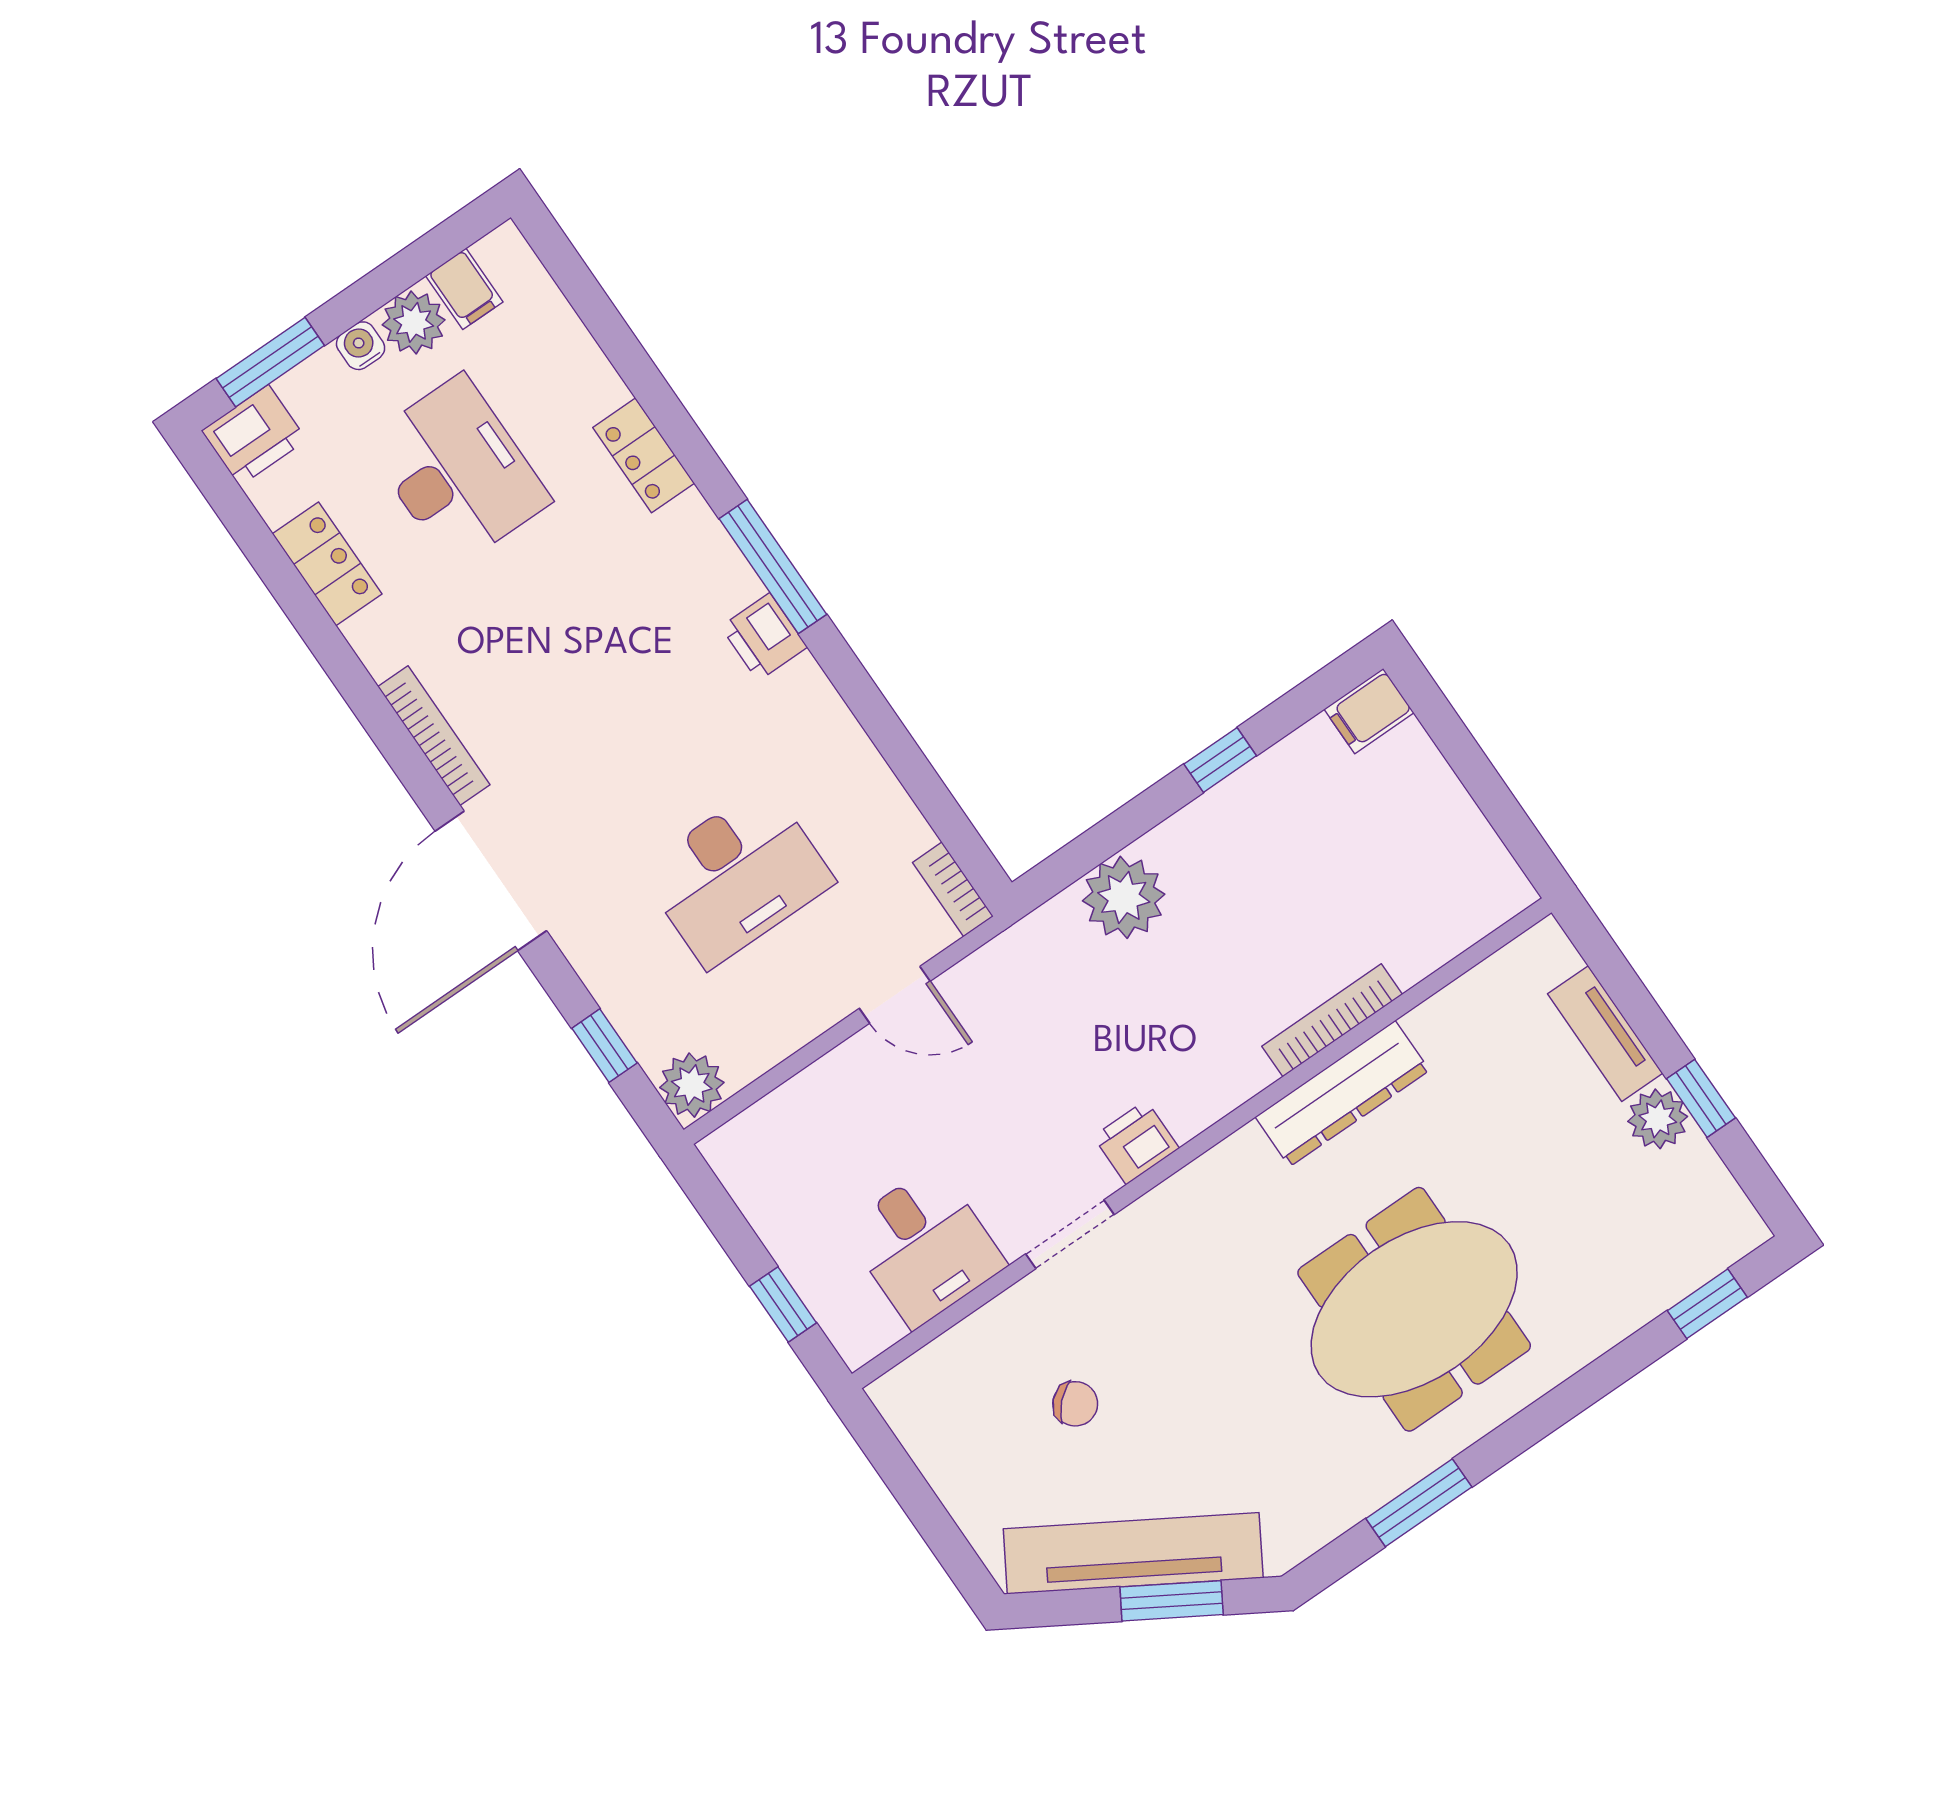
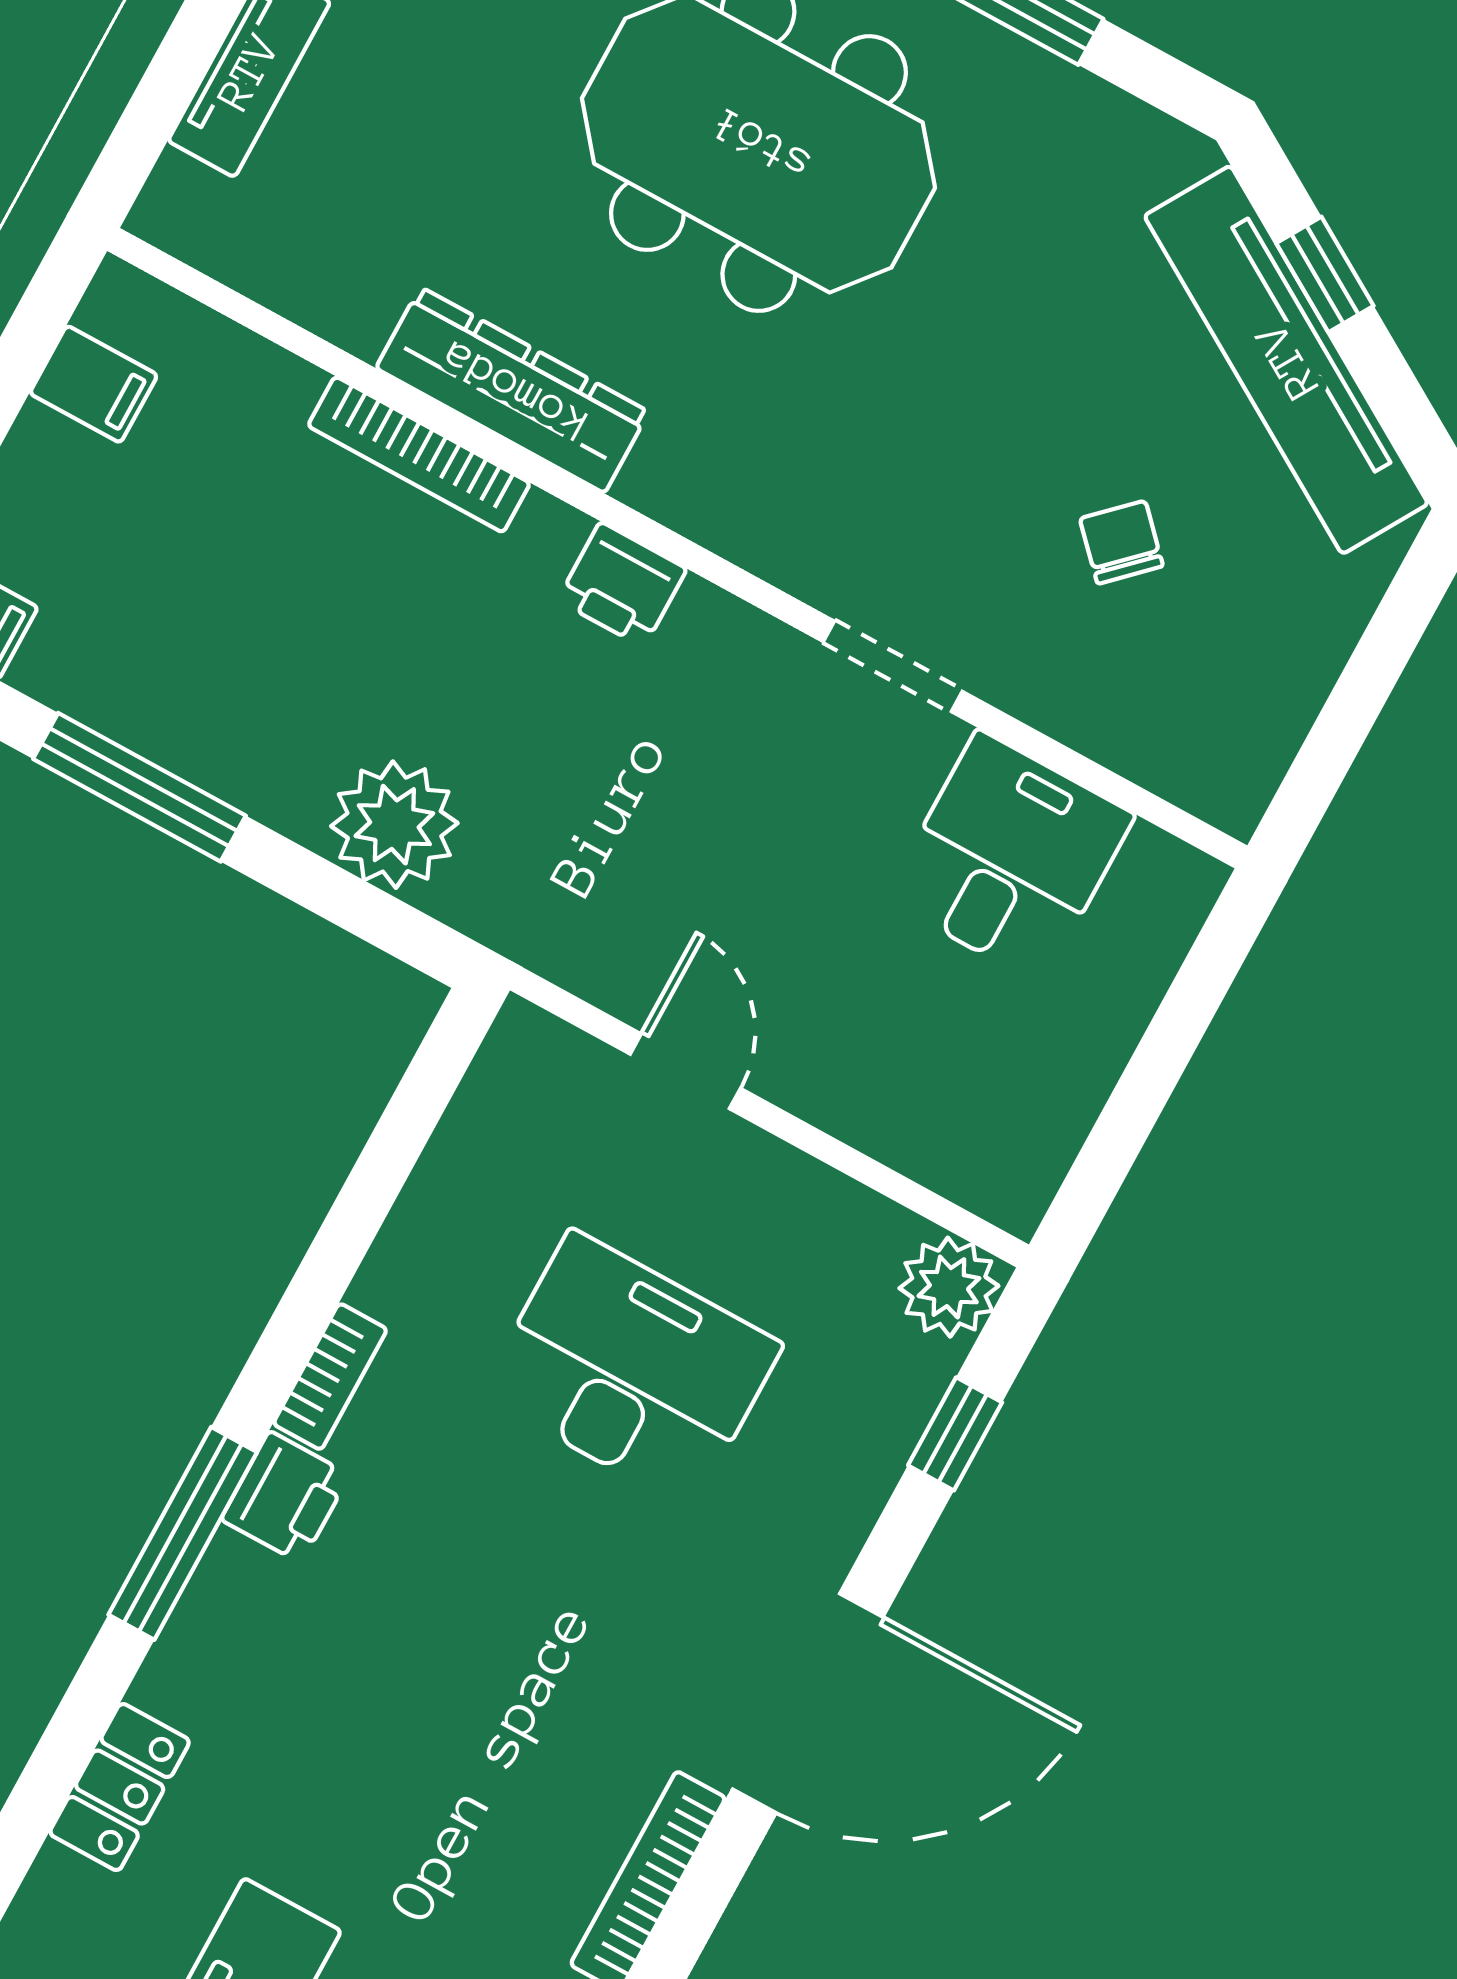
window: (1220, 760) -> (139, 787), width x2.17
filing cabinet: (1468, 851) -> (94, 384), added
bookcase: (953, 889) -> (330, 1377), moved
printer: (1136, 1142) -> (622, 585), moved
window: (783, 1305) -> (1187, 1011), removed
window: (1172, 1601) -> (1325, 274), width x0.67

